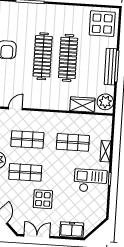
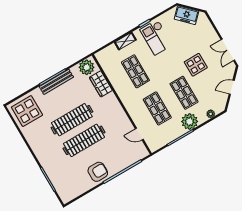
freezer: (72, 230) -> (186, 15), moved, turned -45

